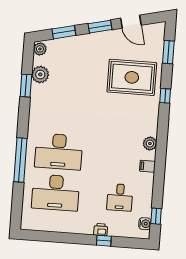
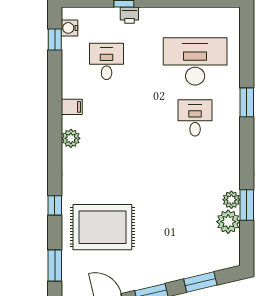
plant: (40, 49) -> (231, 200), moved
desk: (59, 152) -> (195, 118), width x0.53, depth x0.77
window: (20, 160) -> (247, 102), width x0.47

